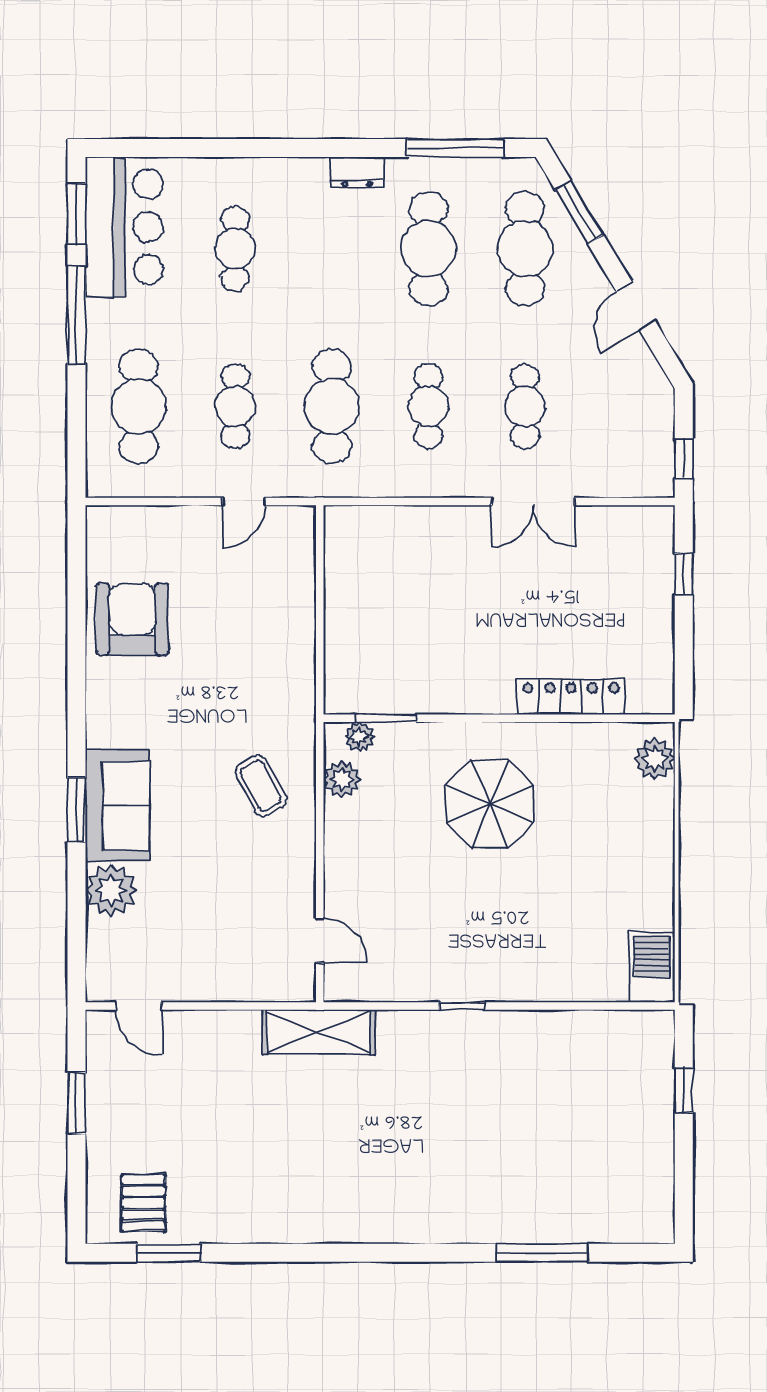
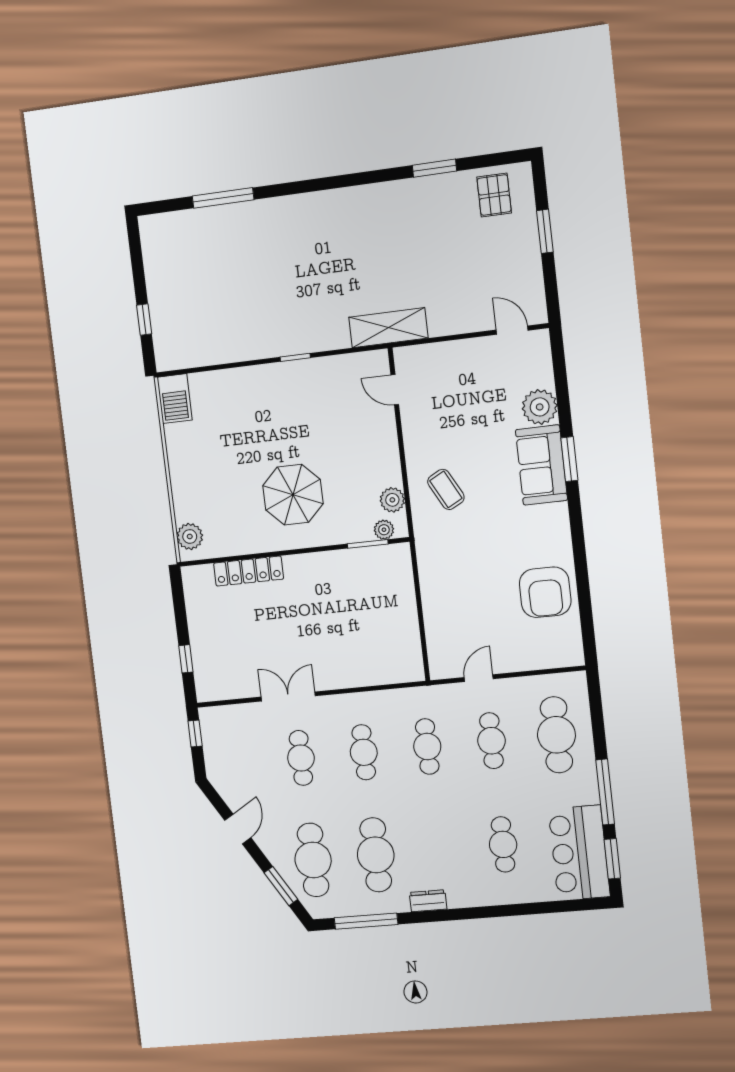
cafe table: (332, 406) -> (427, 747), width x0.73, depth x0.74
window: (76, 1103) -> (545, 231), moved
window: (169, 1253) -> (435, 168), moved

